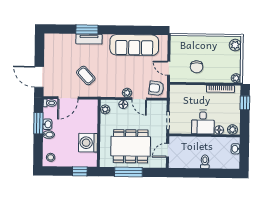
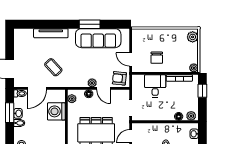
window: (87, 29) -> (90, 24), moved
tv unit: (89, 39) -> (51, 33), width x1.41
desk: (203, 122) -> (155, 86), moved, turned 180
washing machine: (88, 143) -> (56, 111), moved

